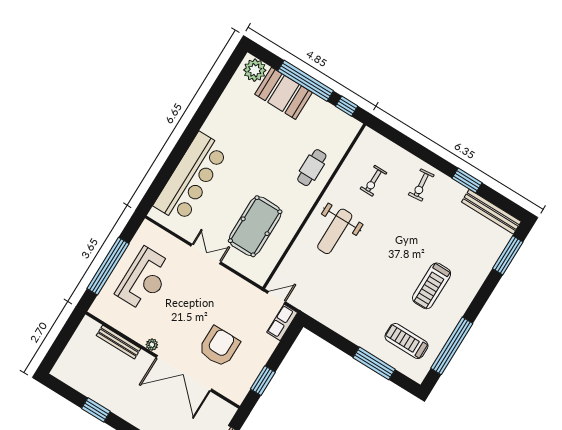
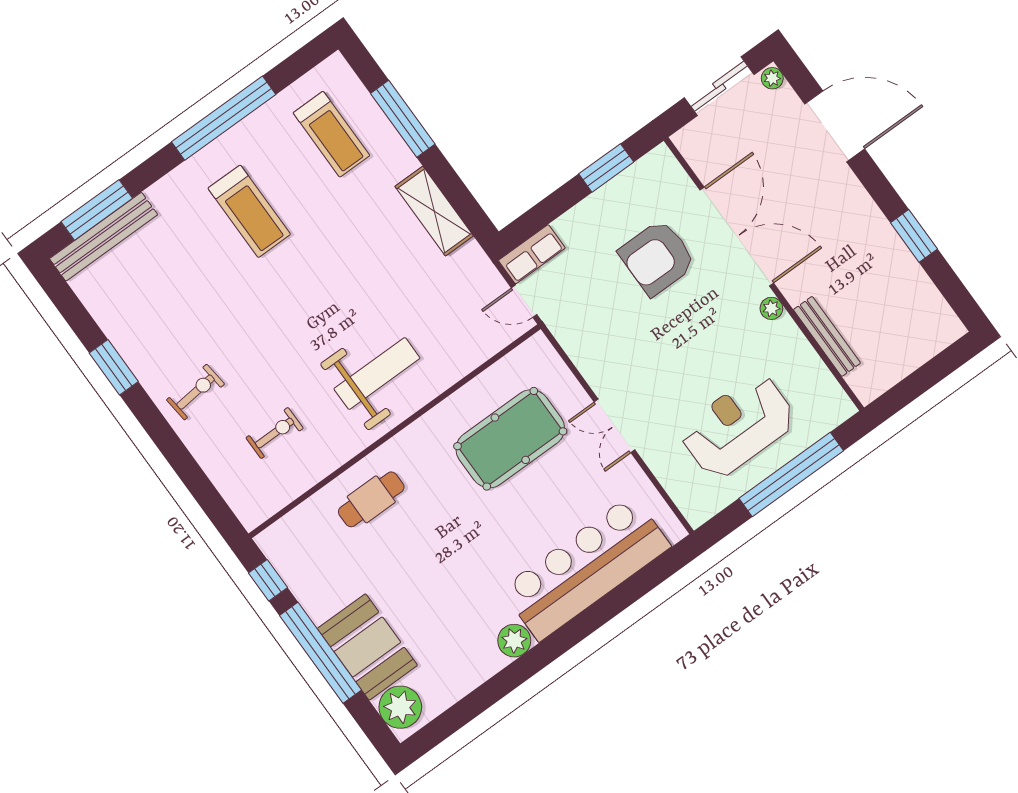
plant: (212, 127) -> (514, 641), added
bench: (491, 212) -> (104, 237), moved, turned 90
treadmill: (432, 286) -> (249, 211), turned 90
shelving: (340, 324) -> (434, 211), added
window: (452, 346) -> (224, 118), moved

